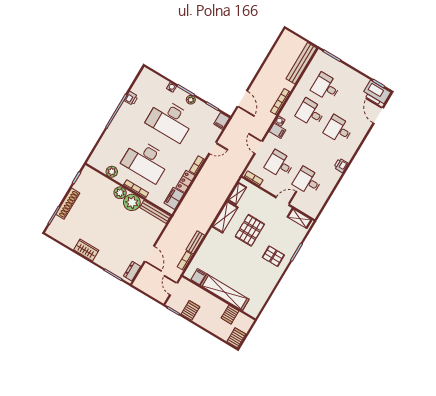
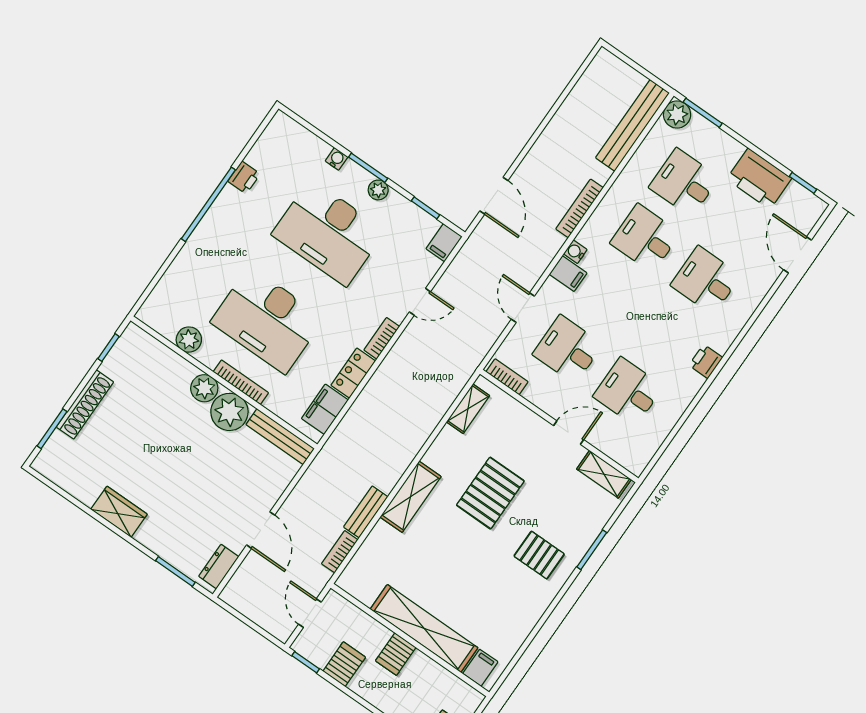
plant: (321, 57) -> (677, 115), added
printer: (376, 93) -> (759, 179), moved
shelving: (225, 217) -> (411, 497), moved
filing cabinet: (199, 277) -> (480, 668), moved
server rack: (230, 315) -> (396, 654), moved

